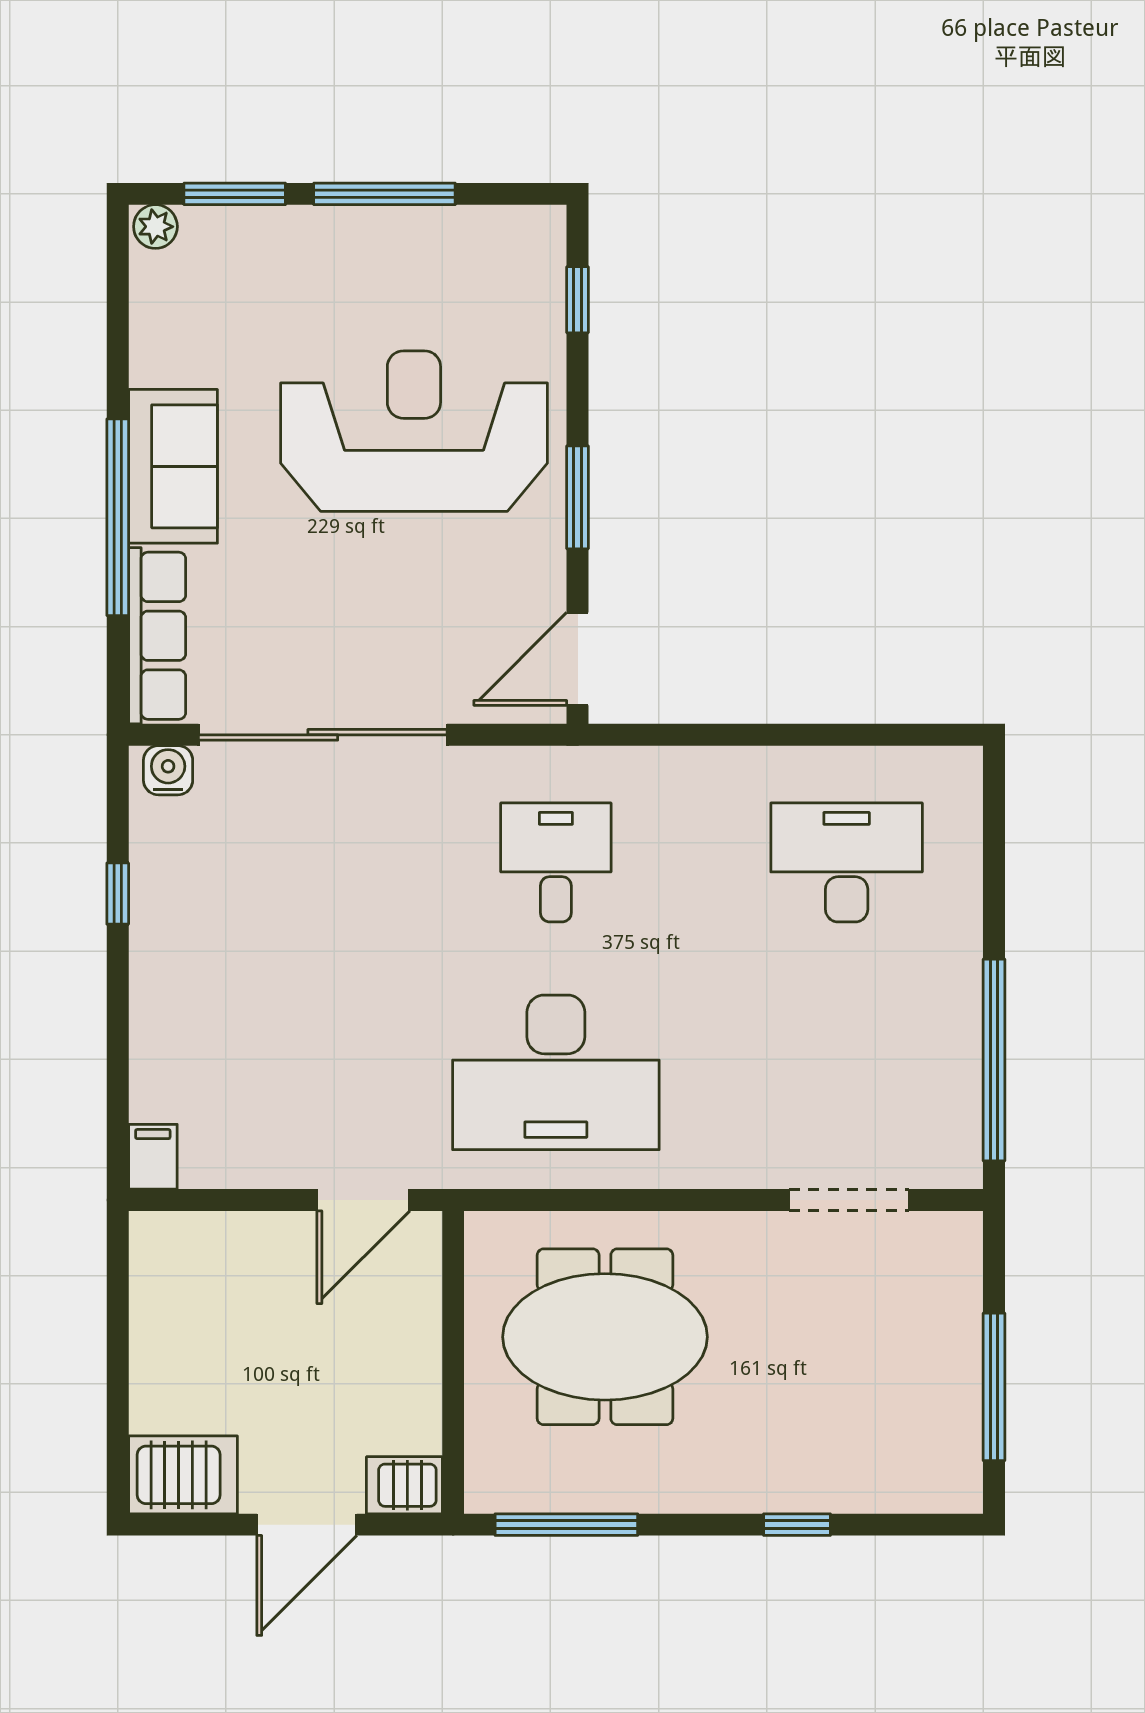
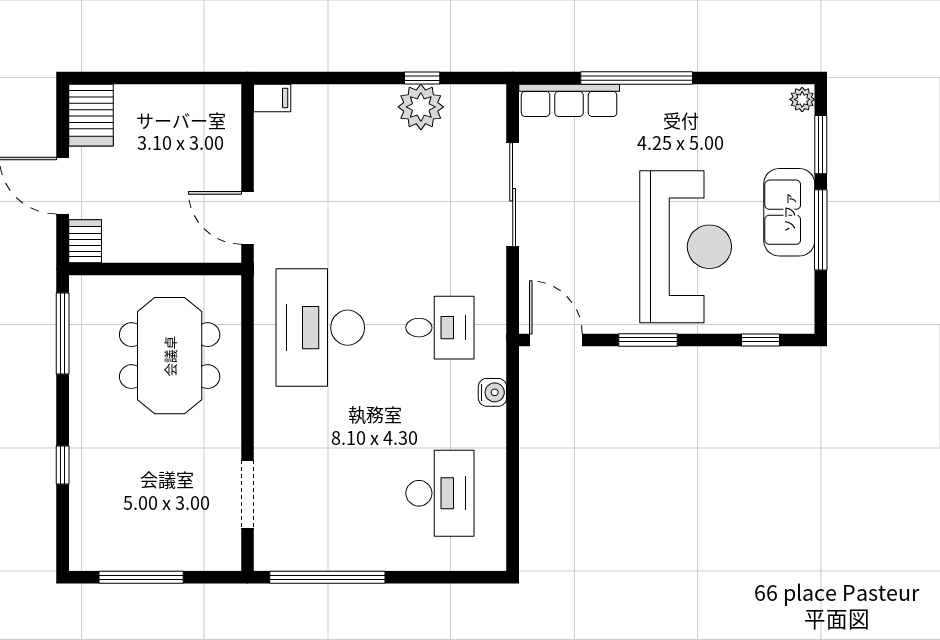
sofa: (173, 466) -> (789, 212), moved, turned 90
sliding door: (323, 735) -> (513, 195), width x0.73
water cooler: (168, 770) -> (492, 392), moved
plant: (169, 896) -> (421, 107), added

